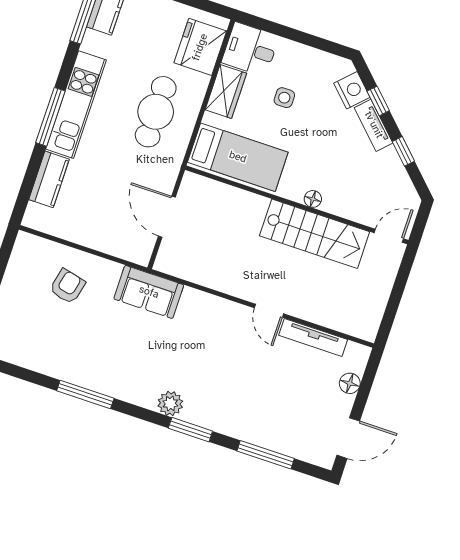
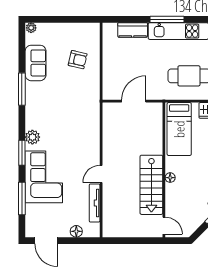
sofa: (149, 292) -> (36, 63), moved, turned 180
corner sofa: (242, 407) -> (44, 177), added

